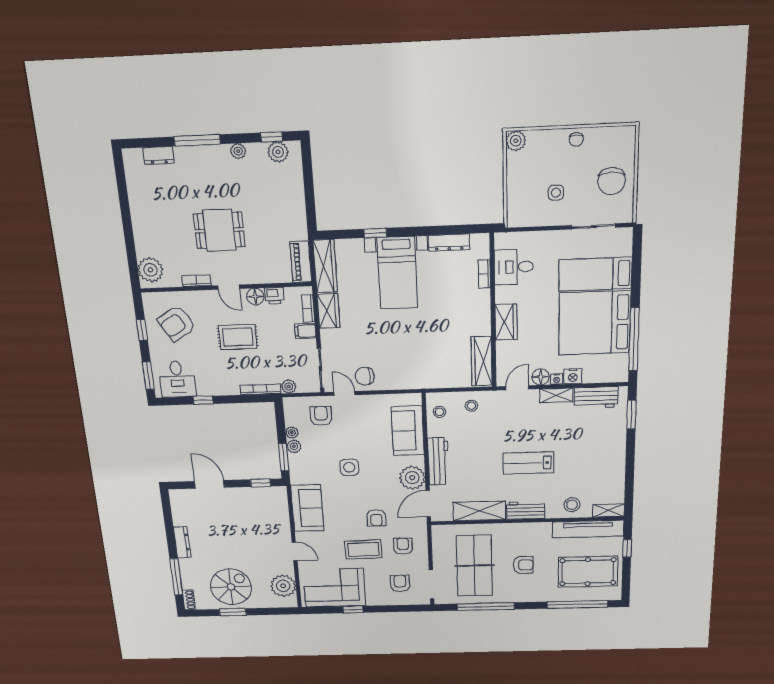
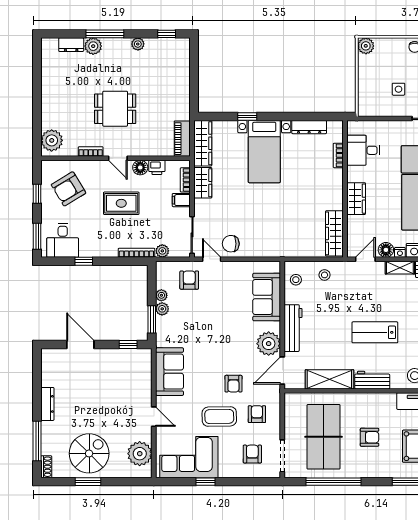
plant: (278, 152) -> (93, 46), moved
side table: (349, 467) -> (211, 331), removed

